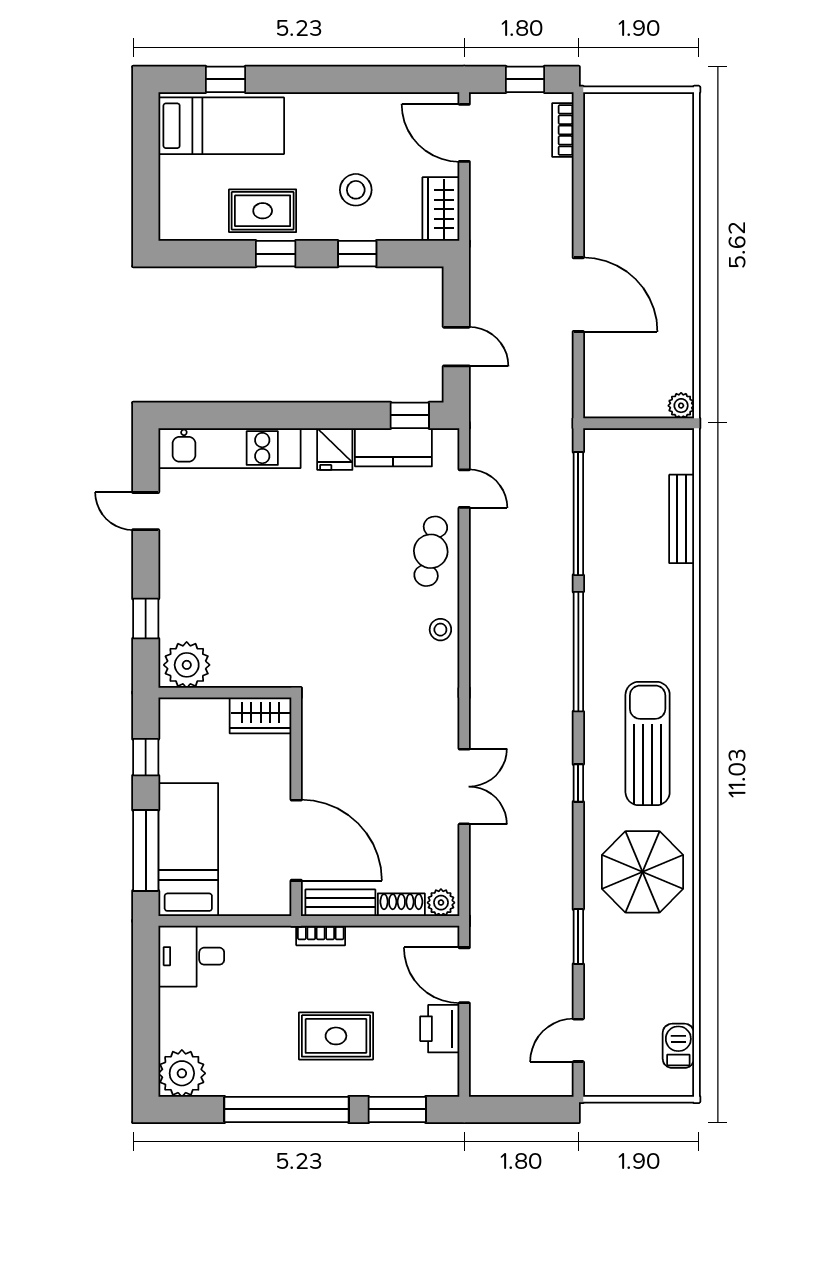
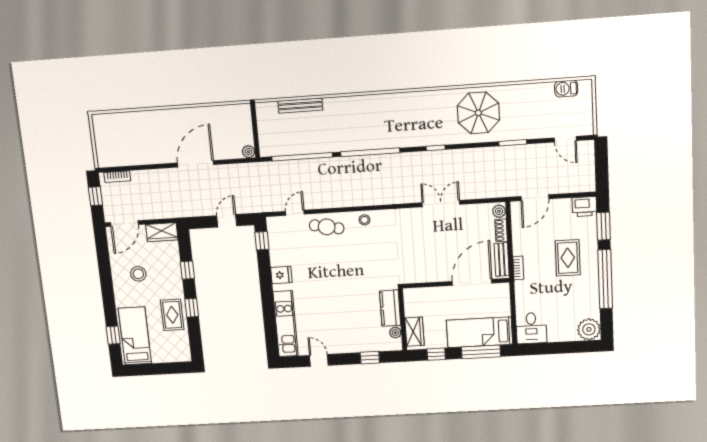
stool: (356, 190) -> (138, 274), moved
plant: (681, 406) -> (248, 152), moved
kitchen counter: (393, 447) -> (390, 308), moved, turned 180
door: (146, 511) -> (319, 360), swing flipped
plant: (187, 665) -> (395, 333), width x0.53, depth x0.53
wardrobe: (261, 715) -> (414, 332), moved
sun lounger: (648, 743) -> (414, 115), removed
printer: (440, 1029) -> (584, 207), moved

